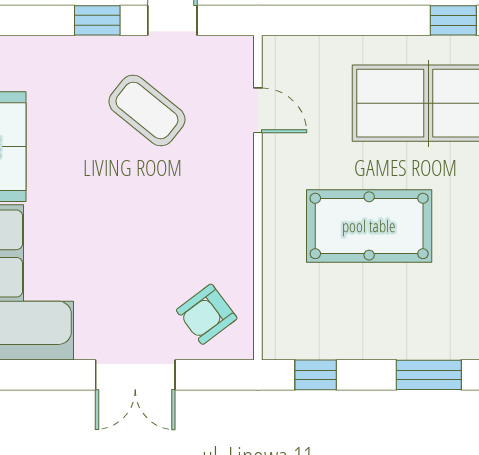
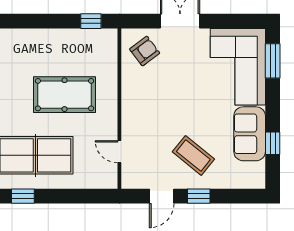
coffee table: (147, 110) -> (193, 155), moved
window: (429, 375) -> (35, 21), removed

